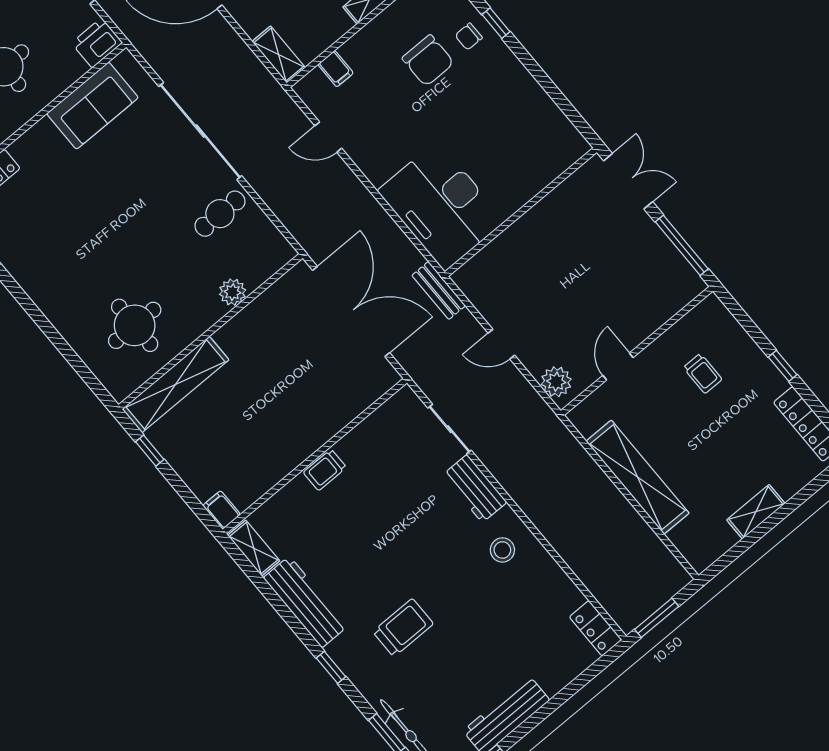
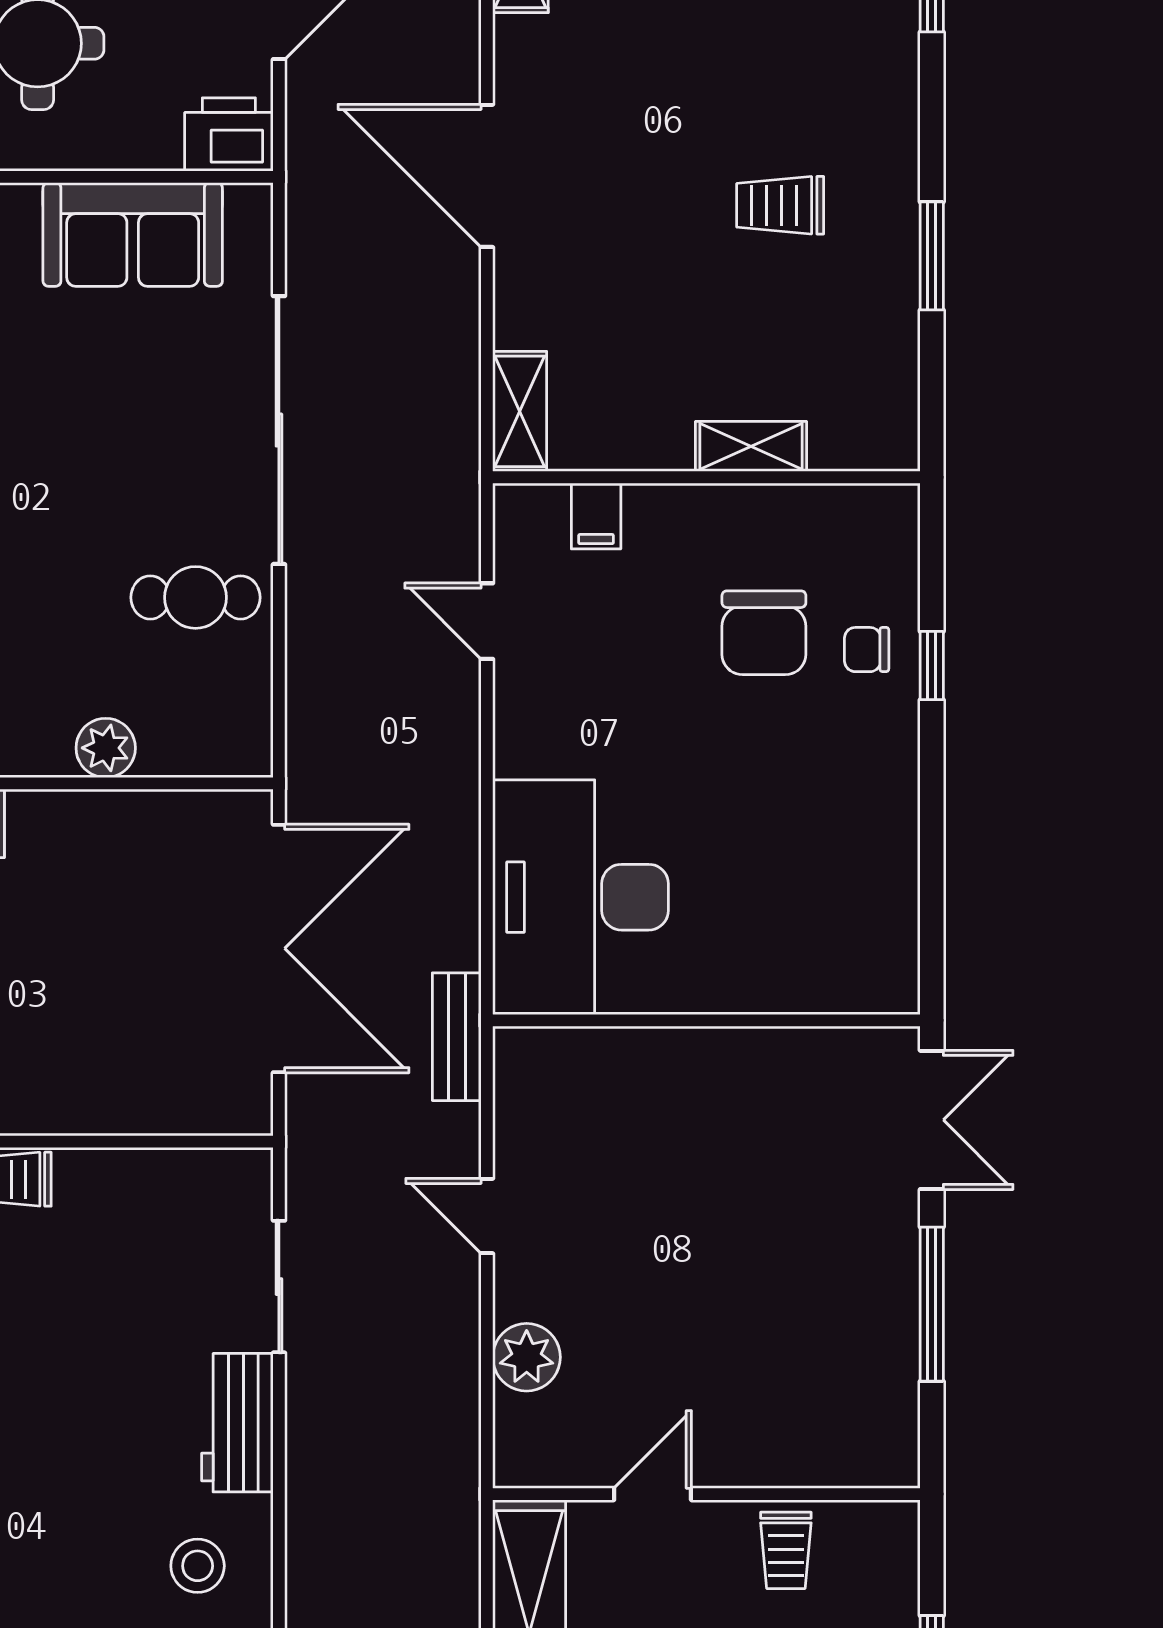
wall: (637, 351) -> (706, 1494), moved
door: (618, 367) -> (653, 1494), moved

